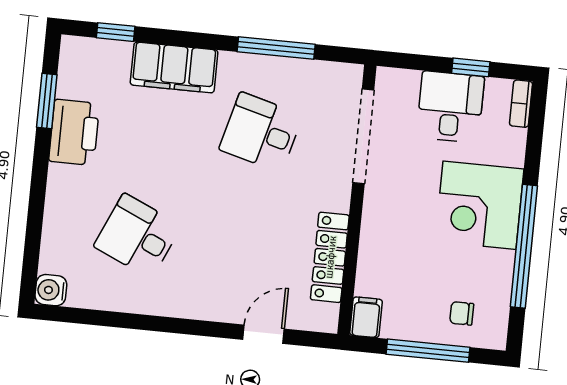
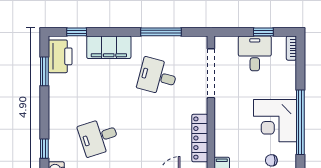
printer: (74, 132) -> (60, 56), moved
corner desk: (479, 205) -> (275, 121), moved
desk: (138, 236) -> (99, 137), turned -42
window: (32, 248) -> (44, 149), added

